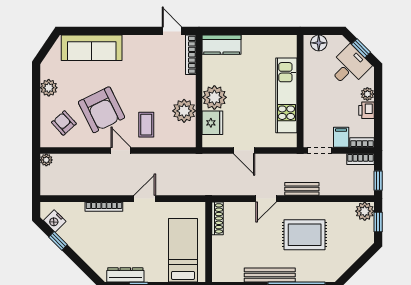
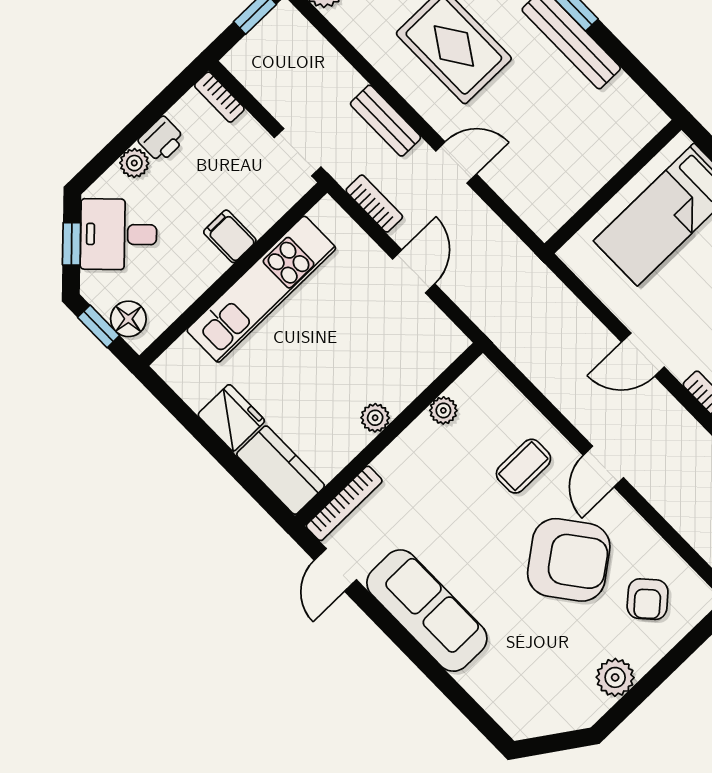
window: (326, 31) -> (99, 326), added
sofa: (92, 48) -> (427, 611), moved
plant: (214, 97) -> (375, 418), width x0.53, depth x0.53
armchair: (102, 110) -> (569, 560), turned 79
plant: (184, 111) -> (443, 410), width x0.53, depth x0.53
fridge: (212, 123) -> (231, 418), moved, turned 90
filing cabinet: (341, 137) -> (230, 236), moved, turned 90
bookcase: (360, 159) -> (374, 204), moved
shoe rack: (218, 218) -> (562, 209), removed

